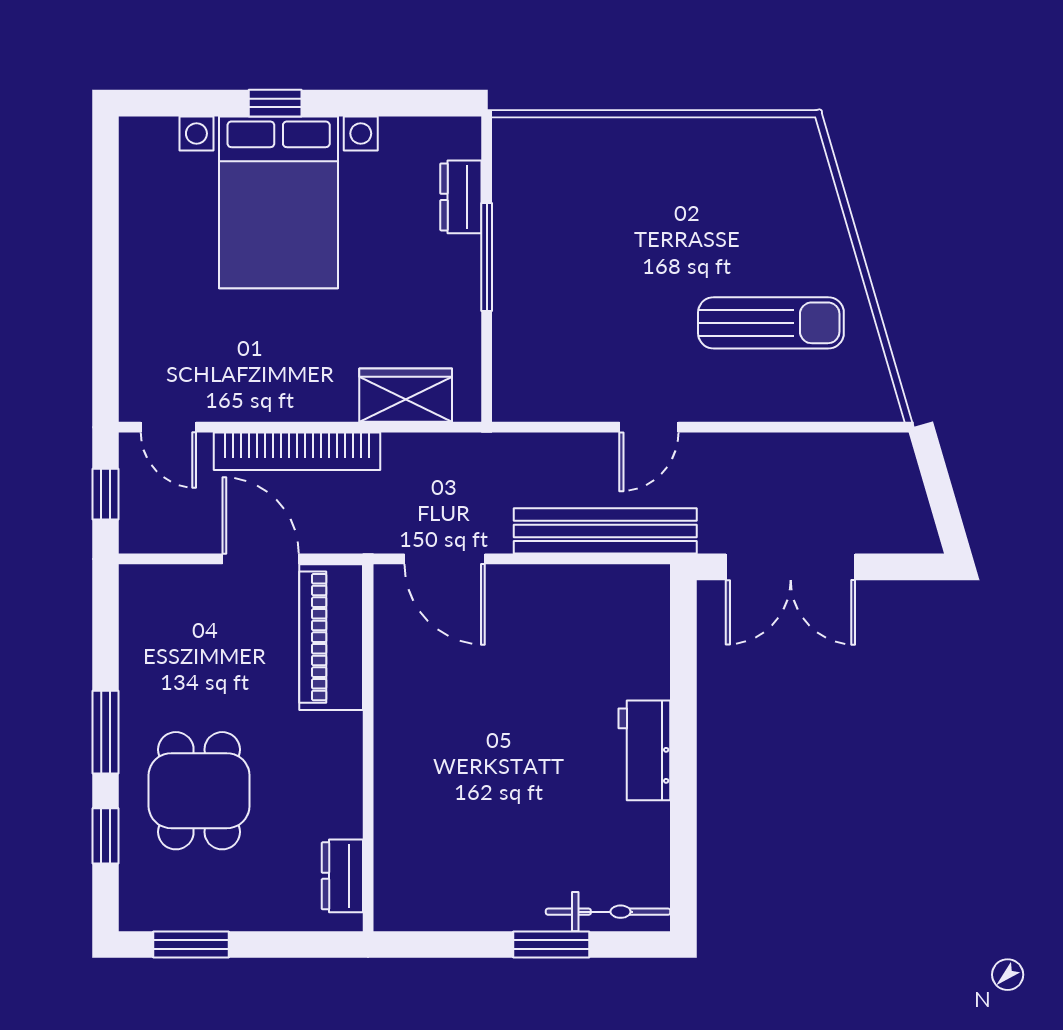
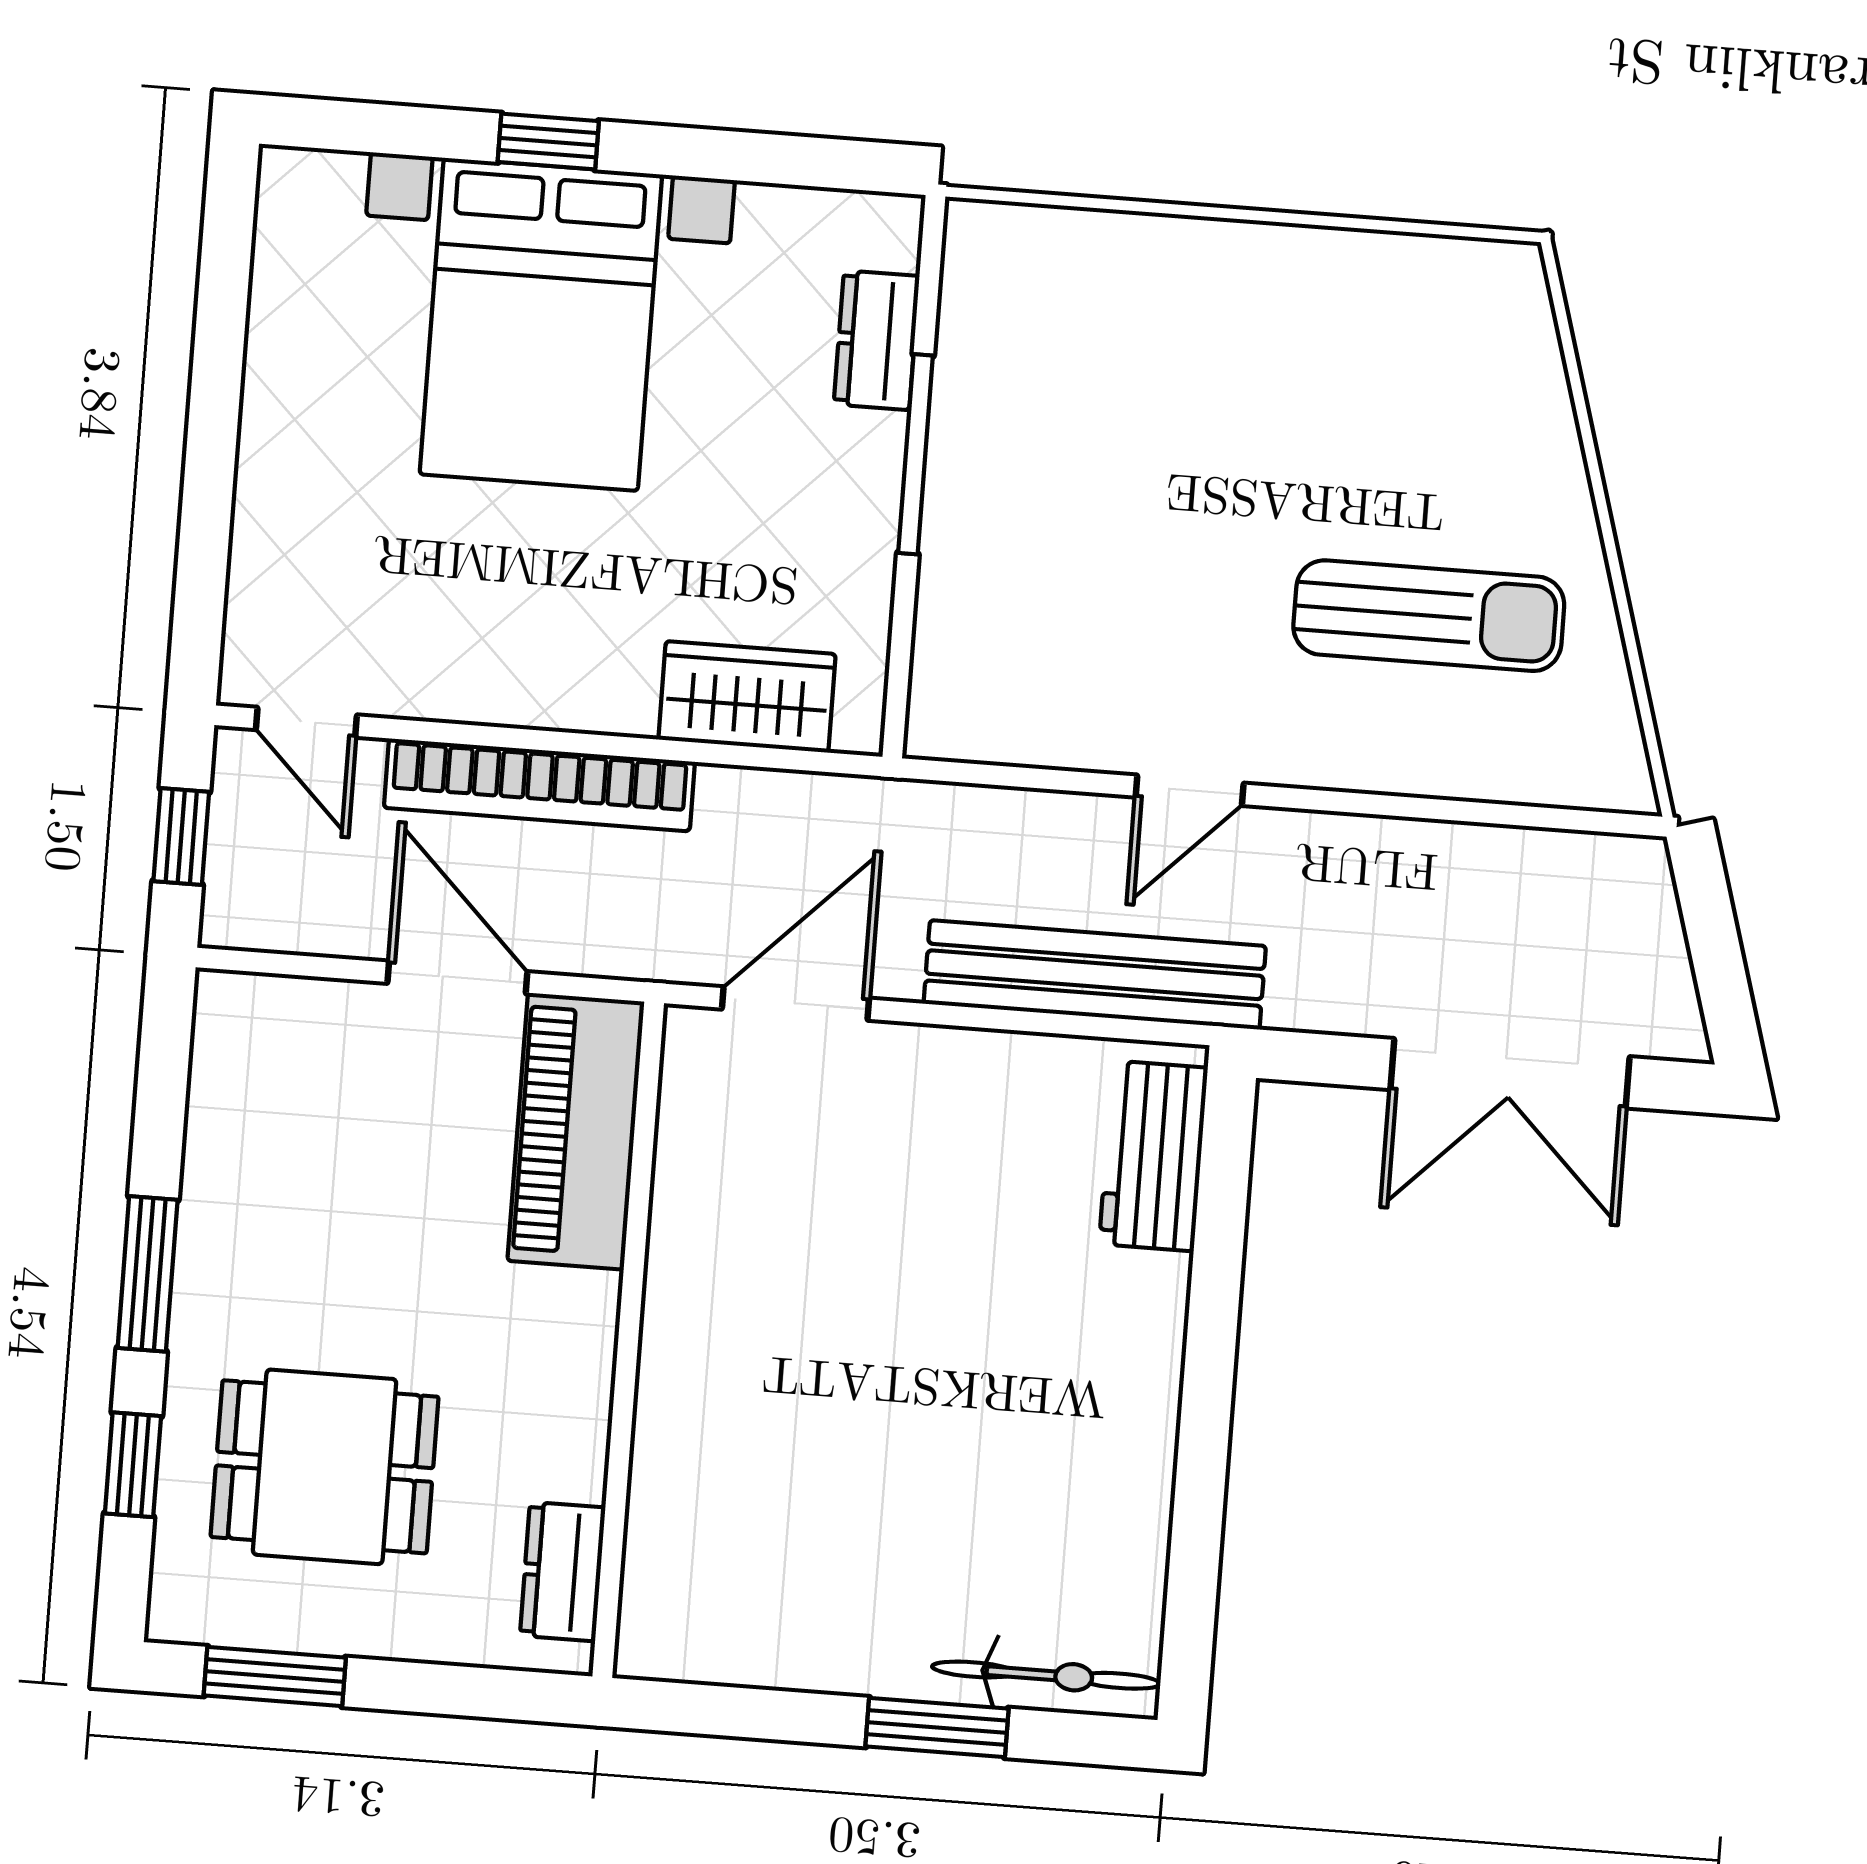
door: (445, 559) -> (796, 1004), swing flipped
double door: (791, 567) -> (1510, 1073), moved
workbench: (644, 750) -> (1153, 1156), moved
dining table: (199, 791) -> (325, 1467), moved, turned 90

